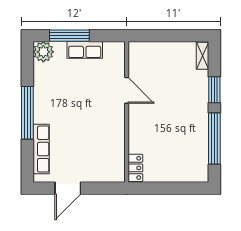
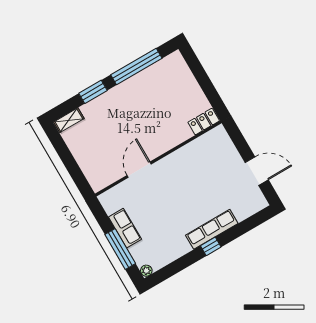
plant: (43, 52) -> (146, 271), width x0.53, depth x0.53
window: (27, 113) -> (211, 246), width x0.32
row of seats: (41, 149) -> (212, 229), moved

